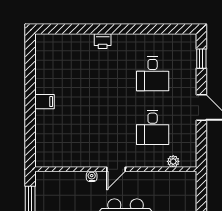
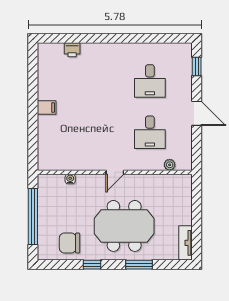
printer: (103, 41) -> (72, 50), moved
water cooler: (92, 176) -> (70, 179), moved

